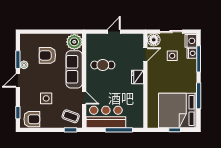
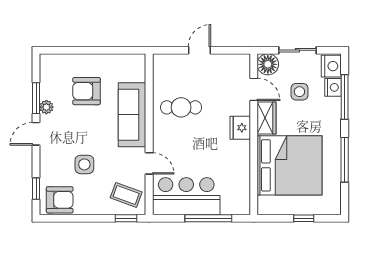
plant: (74, 42) -> (132, 68), removed
door: (145, 54) -> (254, 89), hinge flipped
wardrobe: (153, 71) -> (267, 118), added
bed: (178, 110) -> (290, 165), moved, turned 180

